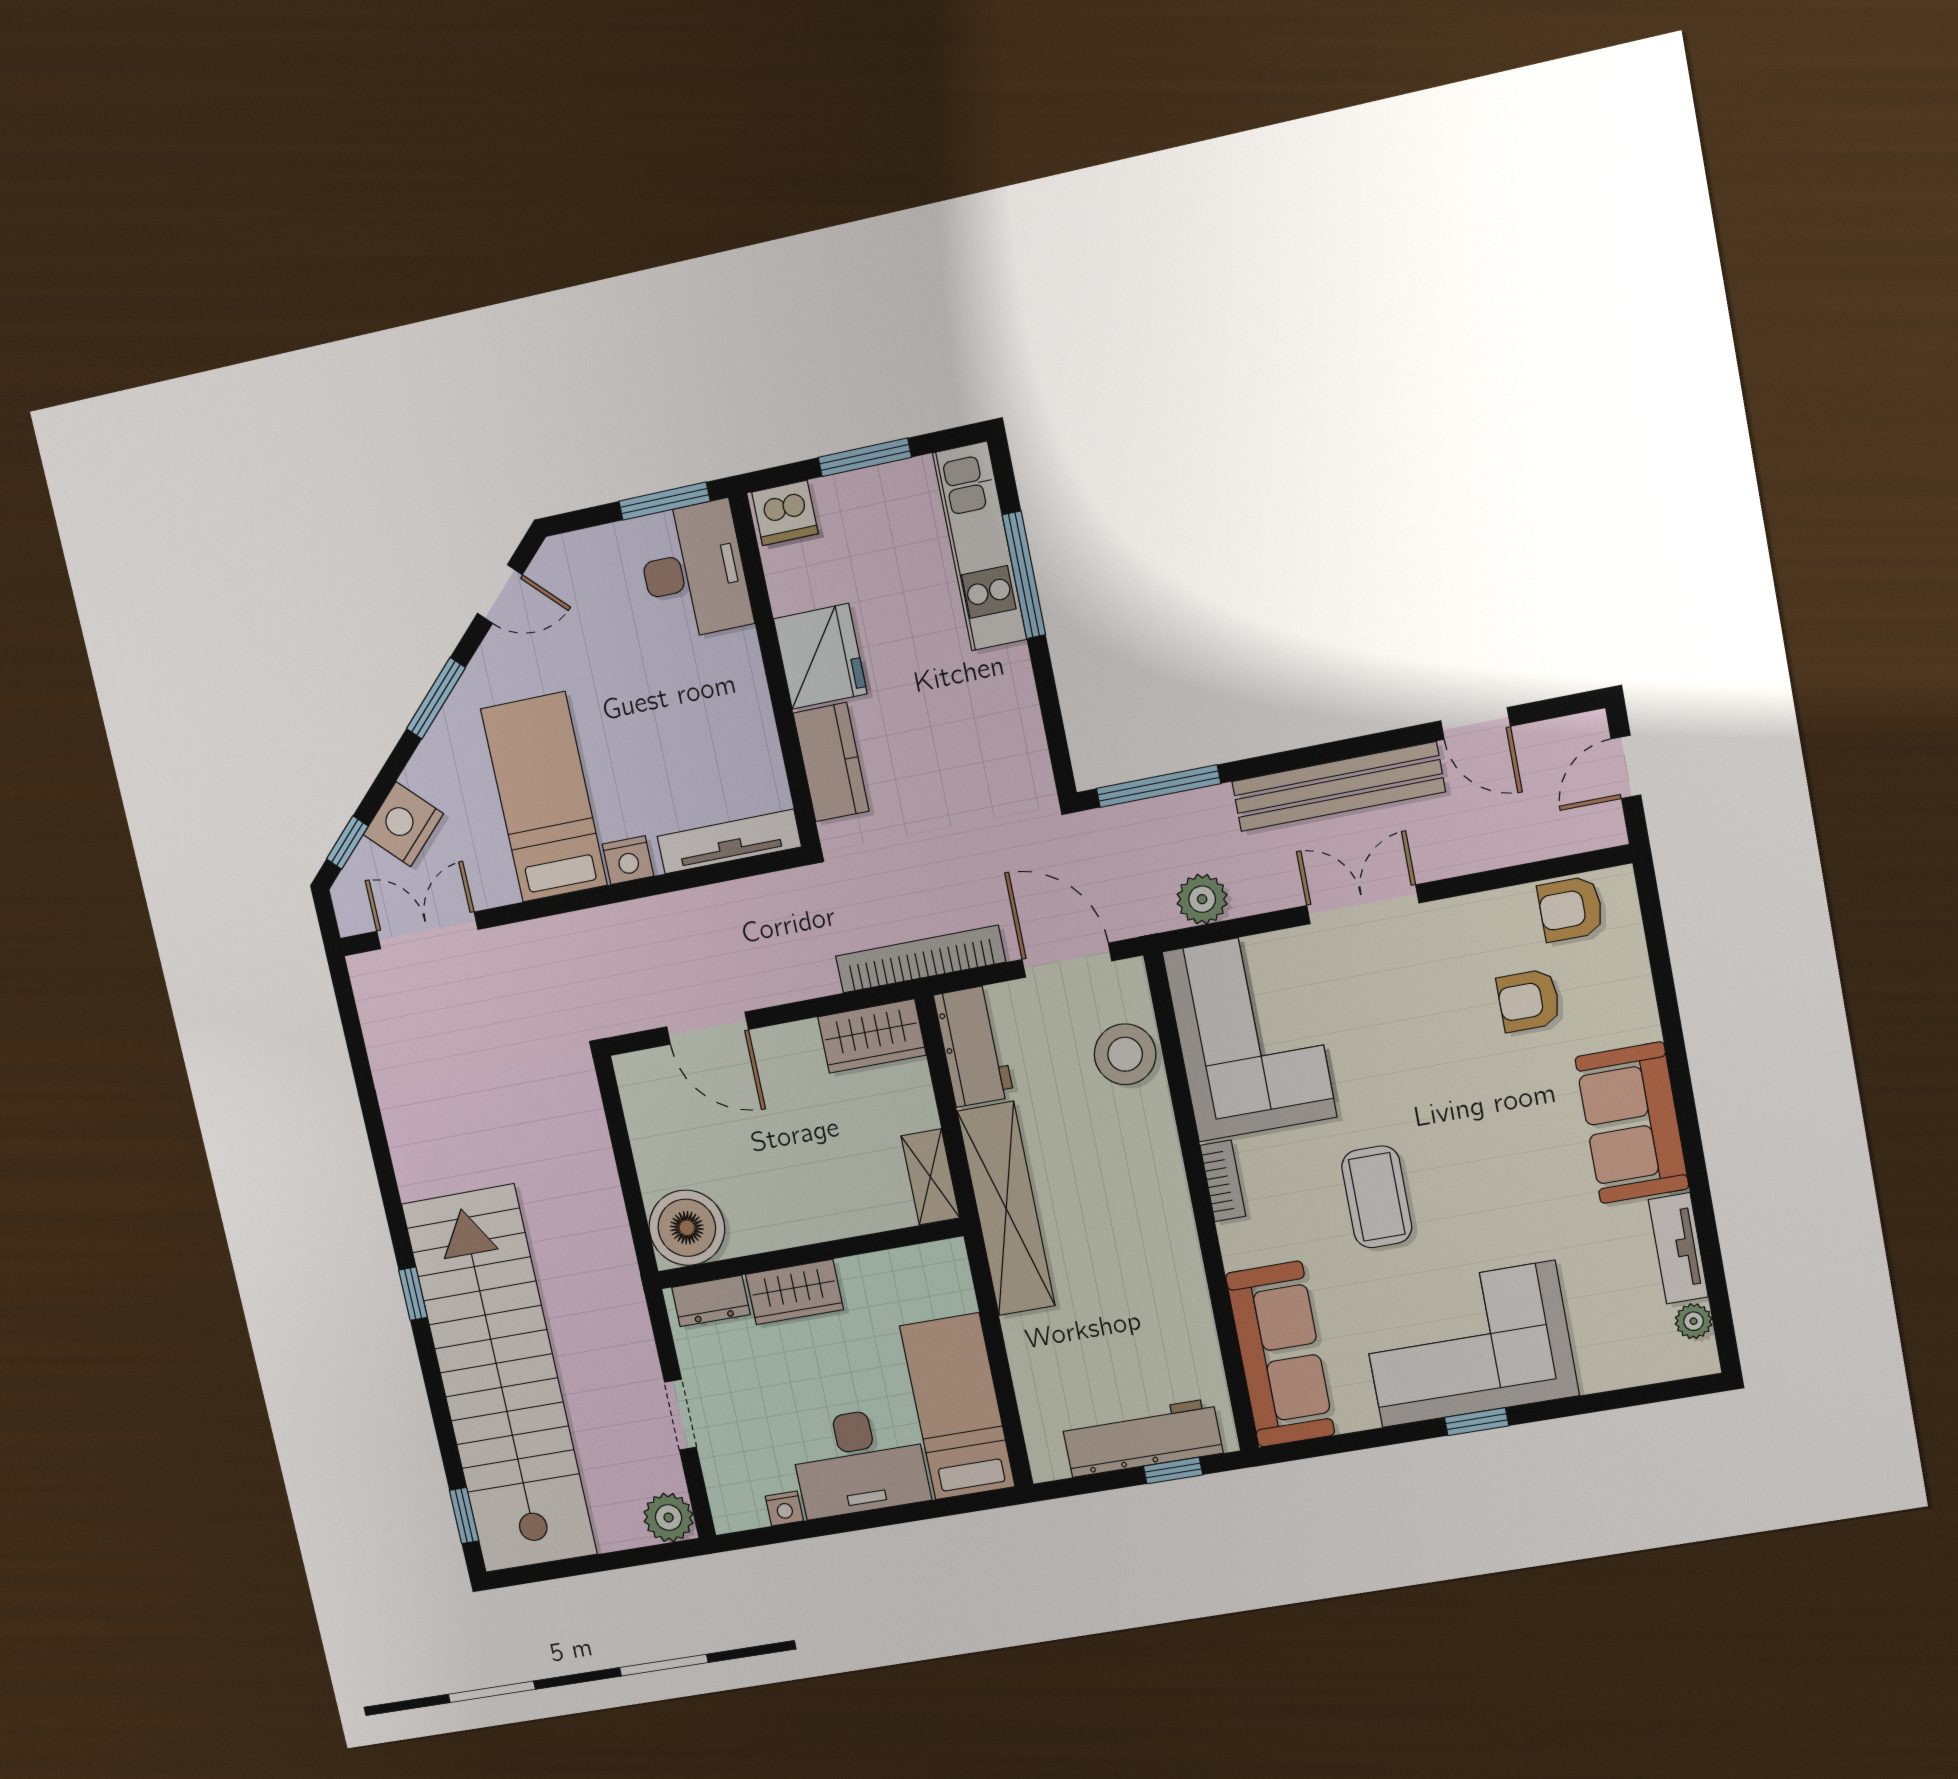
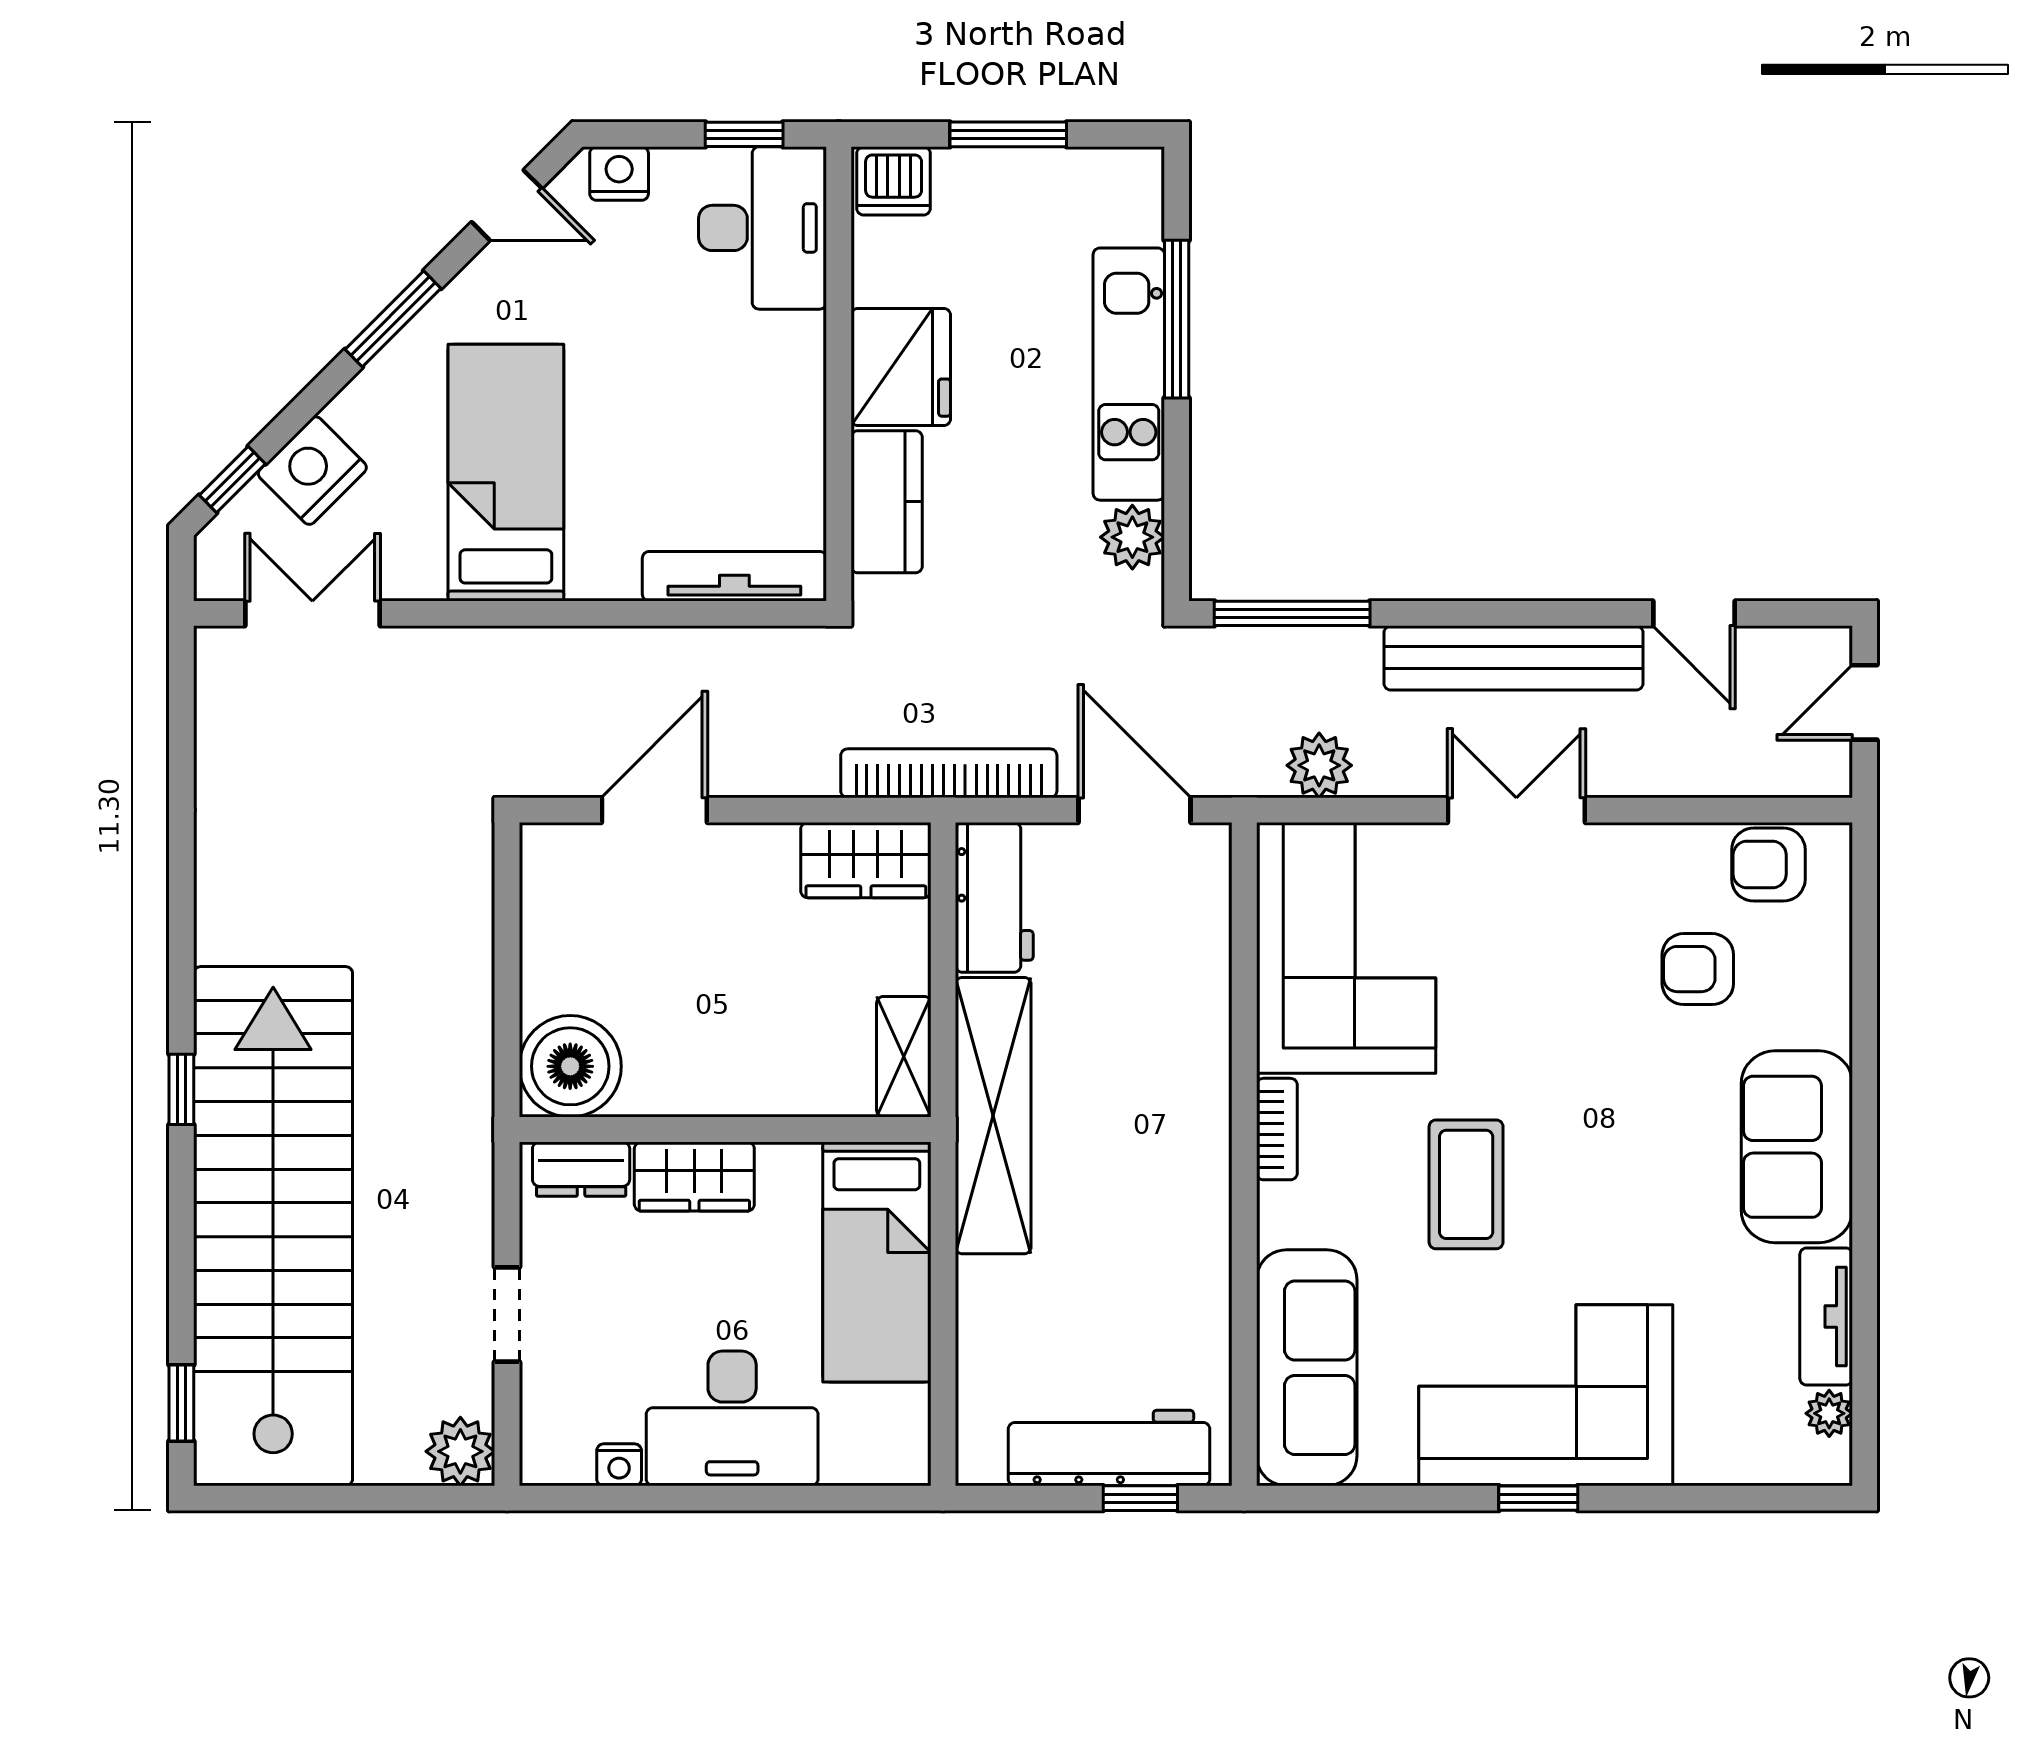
window: (664, 501) -> (744, 134), width x0.67
kitchen unit: (980, 546) -> (1129, 374), moved
plant: (1023, 752) -> (1132, 537), added
nightstand: (628, 860) -> (619, 173), moved, turned 180
door: (708, 1028) -> (654, 810), swing flipped
stool: (1125, 1054) -> (1185, 944), removed
bed: (957, 1406) -> (877, 1262), moved, turned 180

